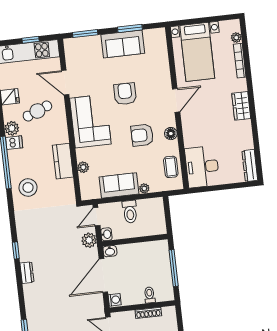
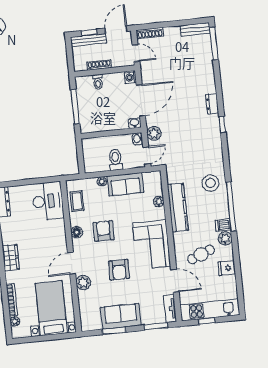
tv unit: (70, 53) -> (170, 309), added
plant: (163, 80) -> (83, 283), added
armchair: (142, 135) -> (103, 231), turned -90
kitchen counter: (63, 161) -> (178, 207), width x1.50

